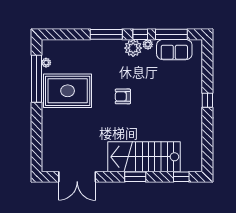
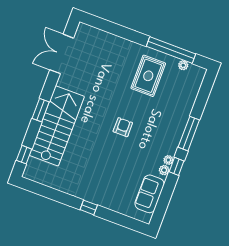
window: (171, 34) -> (165, 196), removed
plant: (133, 48) -> (168, 160), width x0.53, depth x0.53
rug: (68, 91) -> (148, 76), width x0.73, depth x0.69

